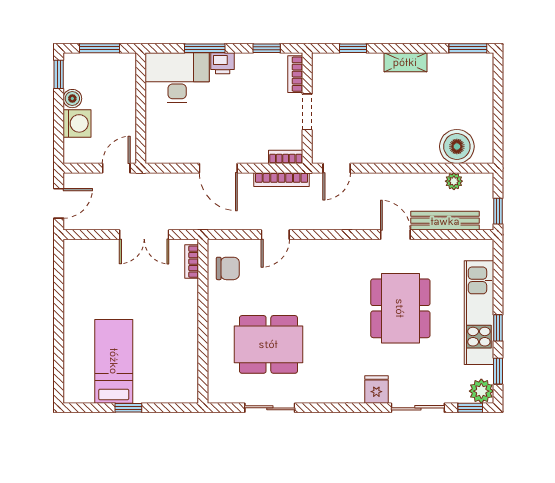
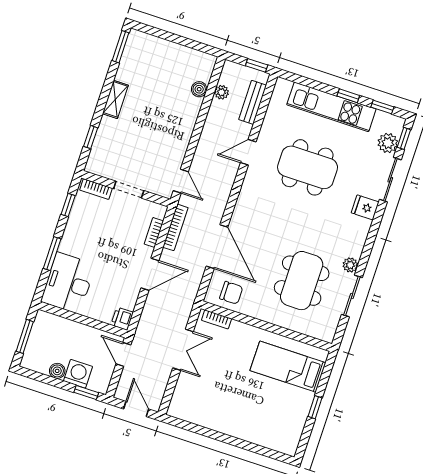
printer: (223, 63) -> (122, 319), moved, turned 180
window: (59, 74) -> (86, 392), moved
boiler: (457, 146) -> (199, 89), width x0.54, depth x0.54
bookcase: (286, 157) -> (154, 232), moved
bench: (445, 221) -> (253, 102), width x0.73
door: (275, 235) -> (217, 247), width x1.88
chair: (228, 268) -> (231, 293), turned 90
bed: (114, 361) -> (288, 367), moved
plant: (481, 391) -> (388, 143), moved
plant: (305, 394) -> (350, 265), added

